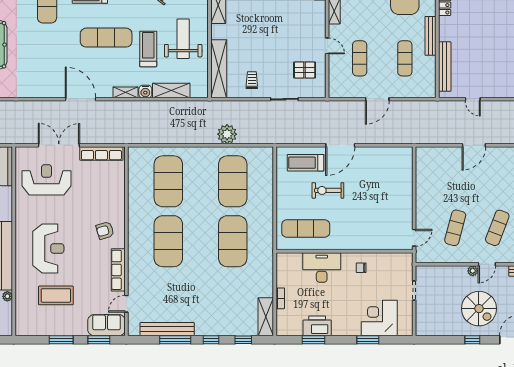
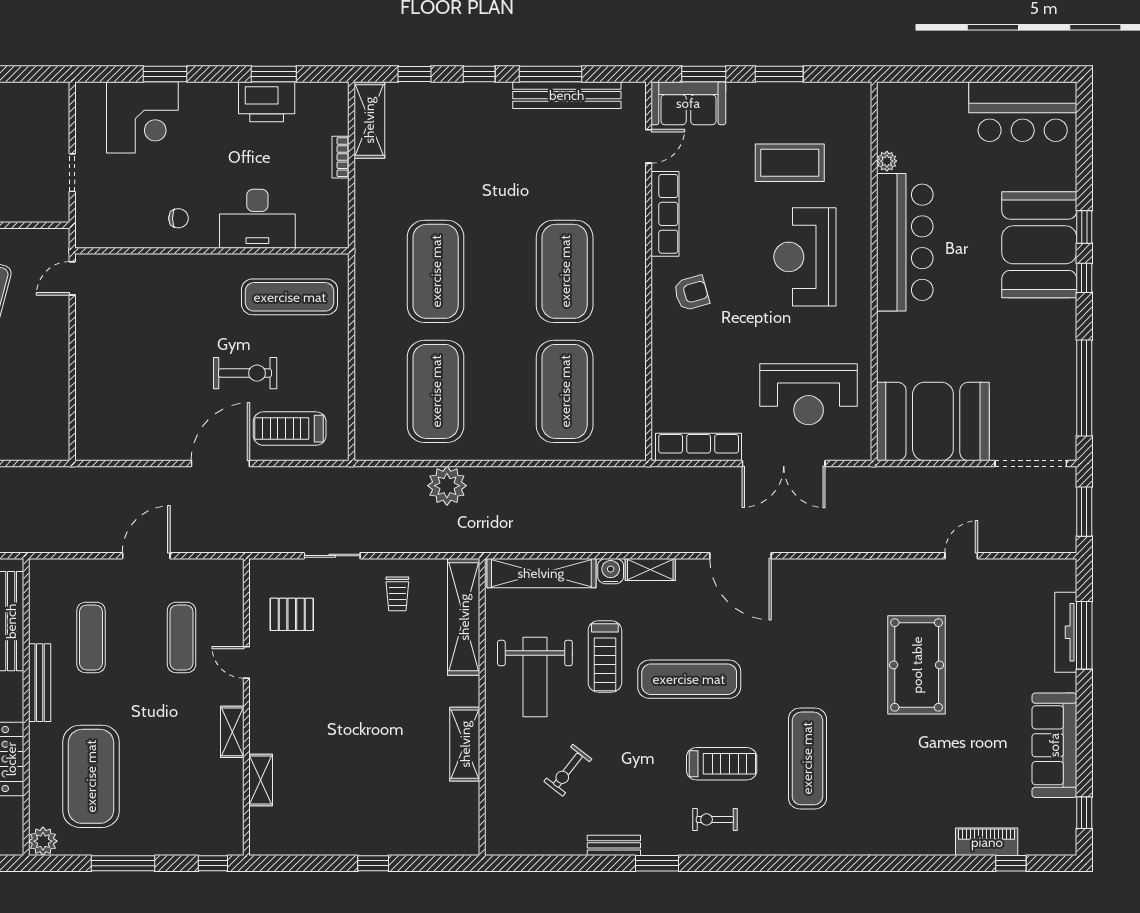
shelving: (171, 91) -> (541, 573), width x1.47
treadmill: (306, 163) -> (290, 429), turned 180

